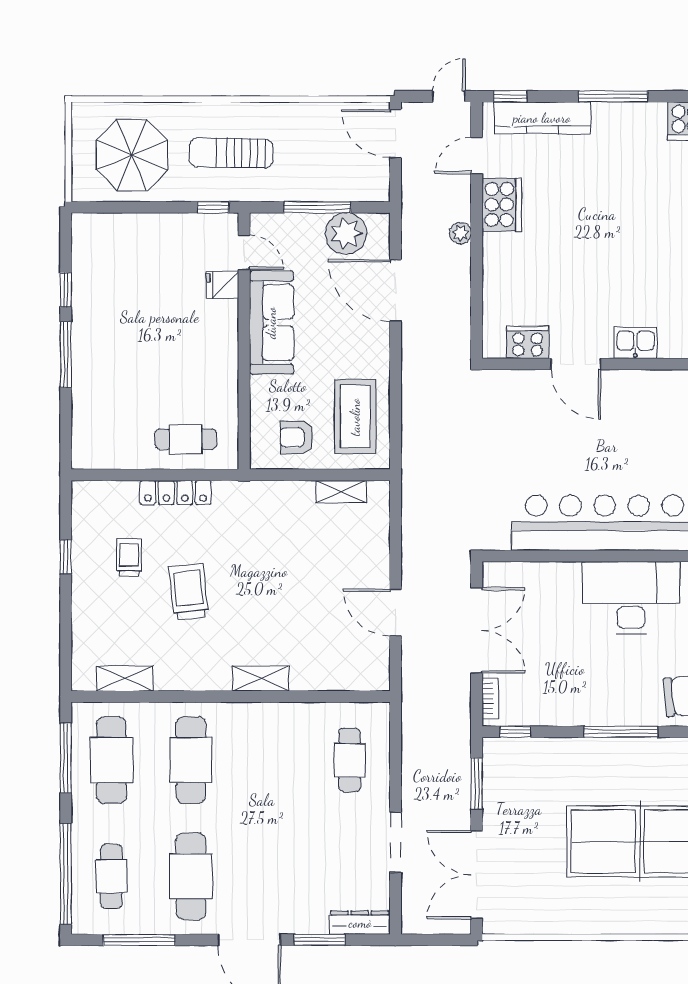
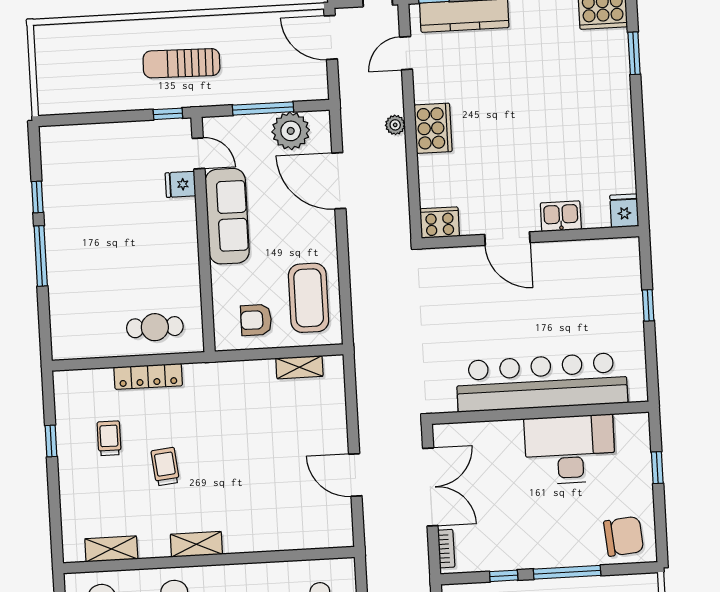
parasol: (132, 155) -> (91, 70), removed
cooker: (502, 205) -> (433, 128), moved
cooker: (528, 342) -> (440, 223), moved
trolley: (189, 592) -> (165, 467), width x0.73, depth x0.72
shelving: (261, 679) -> (196, 544), moved
window: (515, 732) -> (504, 576), moved

